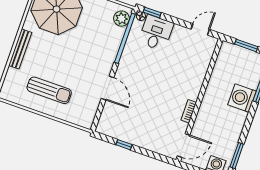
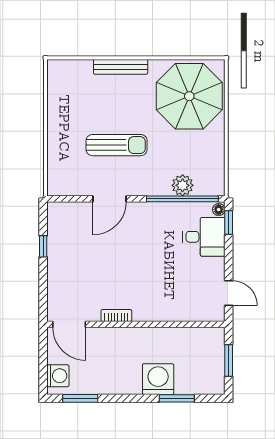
plant: (121, 19) -> (183, 185), moved
sun lounger: (49, 90) -> (117, 145), moved, turned -90

